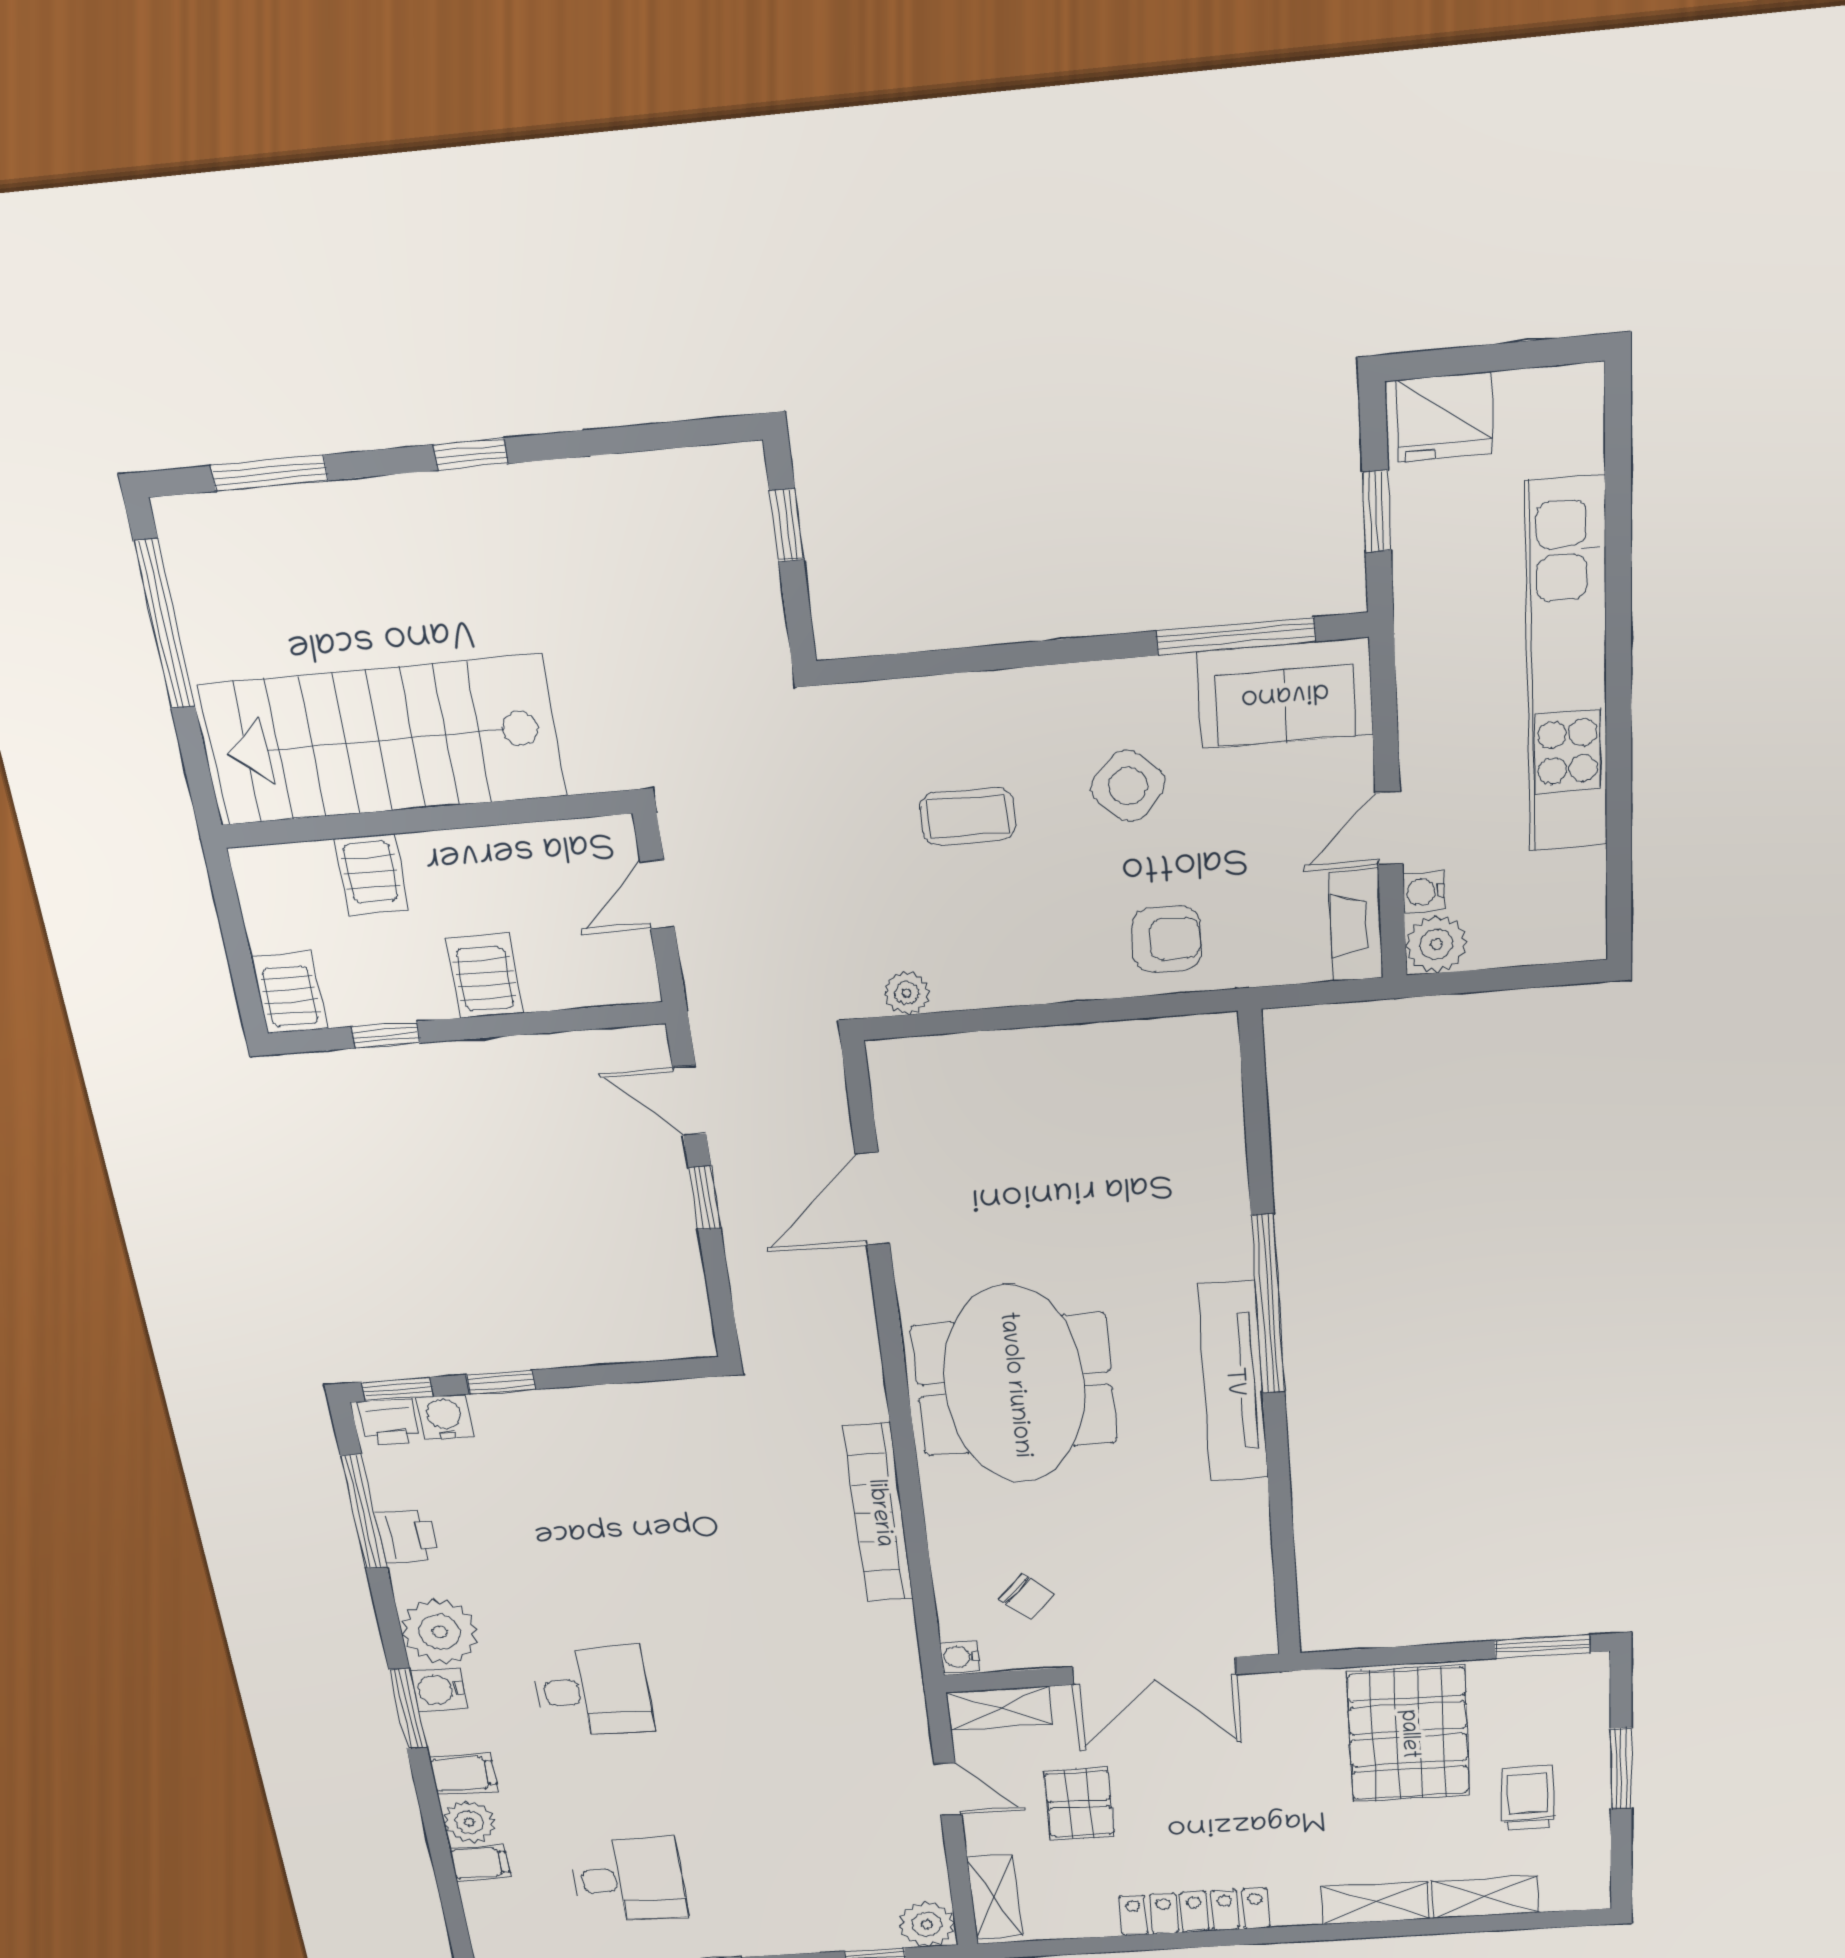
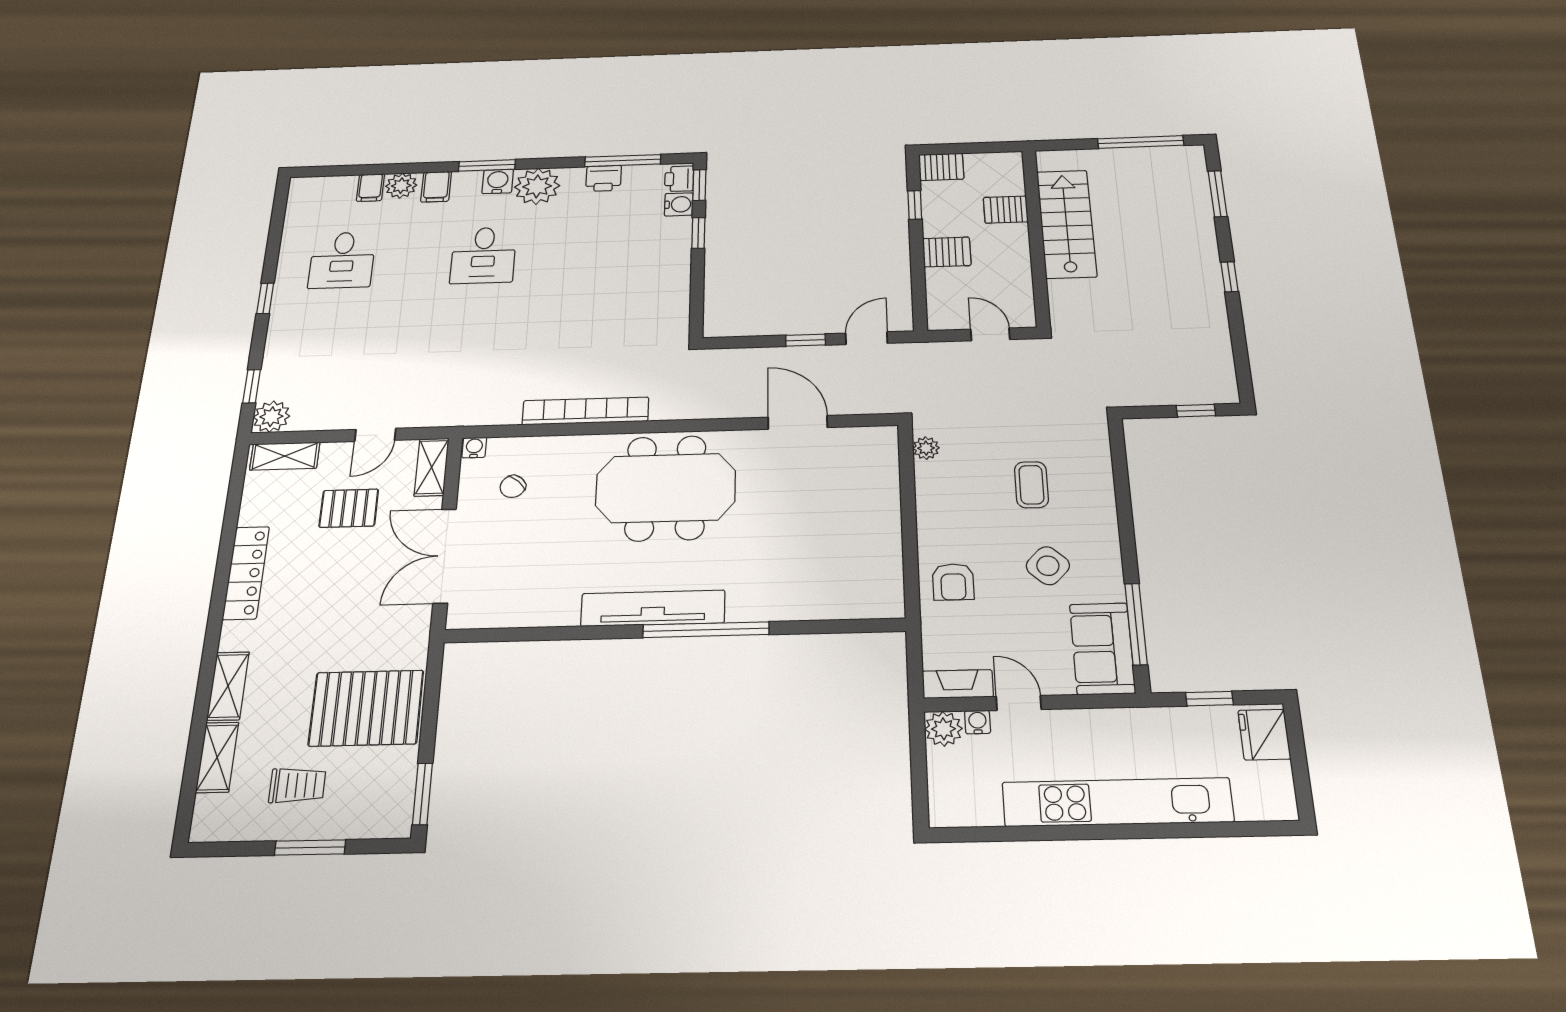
stairs: (383, 740) -> (1066, 224), width x0.73, depth x0.66

